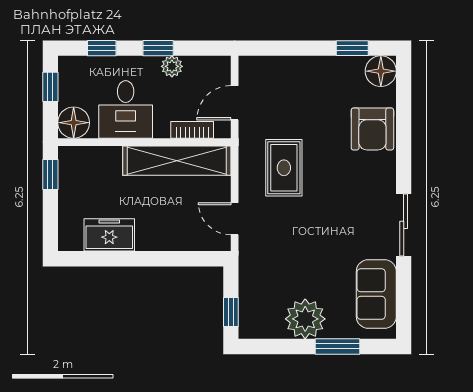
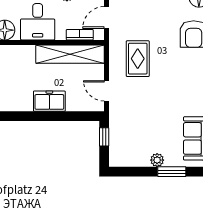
freezer: (109, 235) -> (49, 101), moved
window: (231, 312) -> (104, 137), moved
plant: (305, 319) -> (157, 160), width x0.53, depth x0.53

